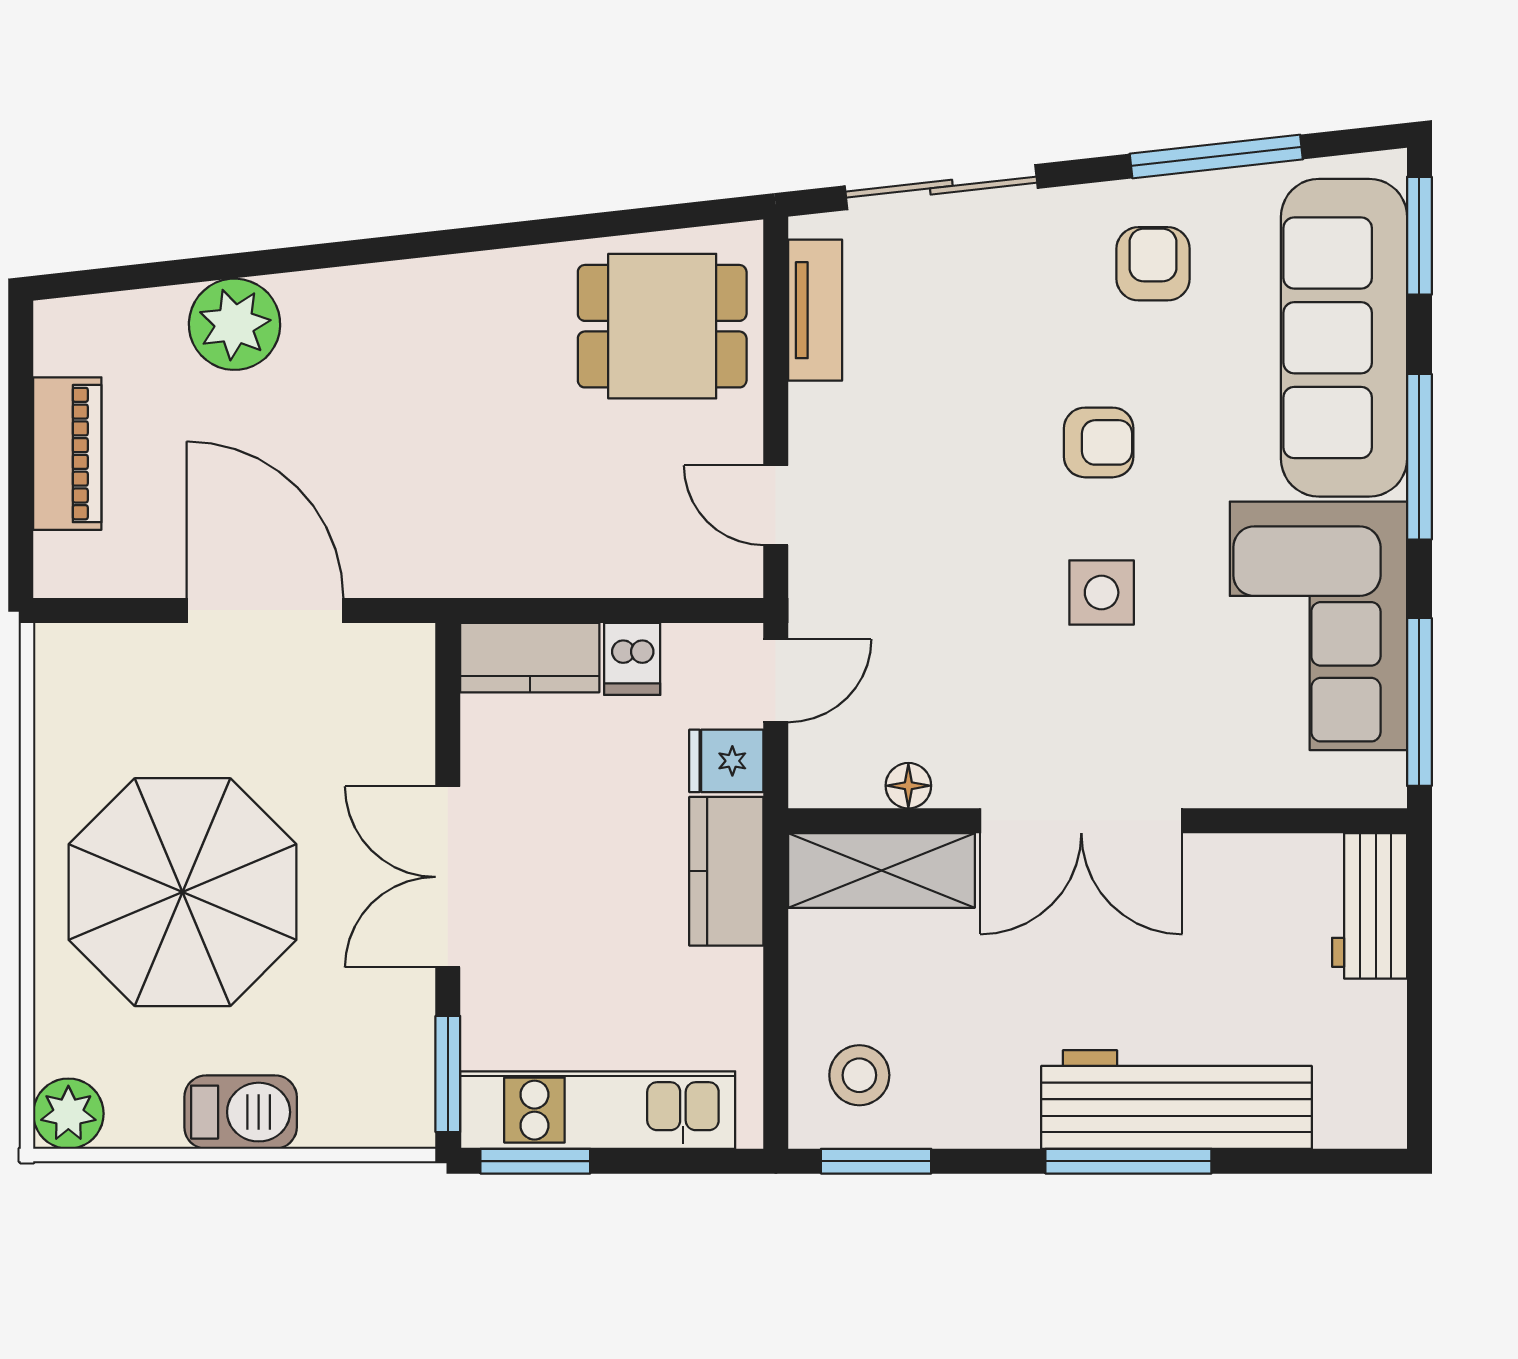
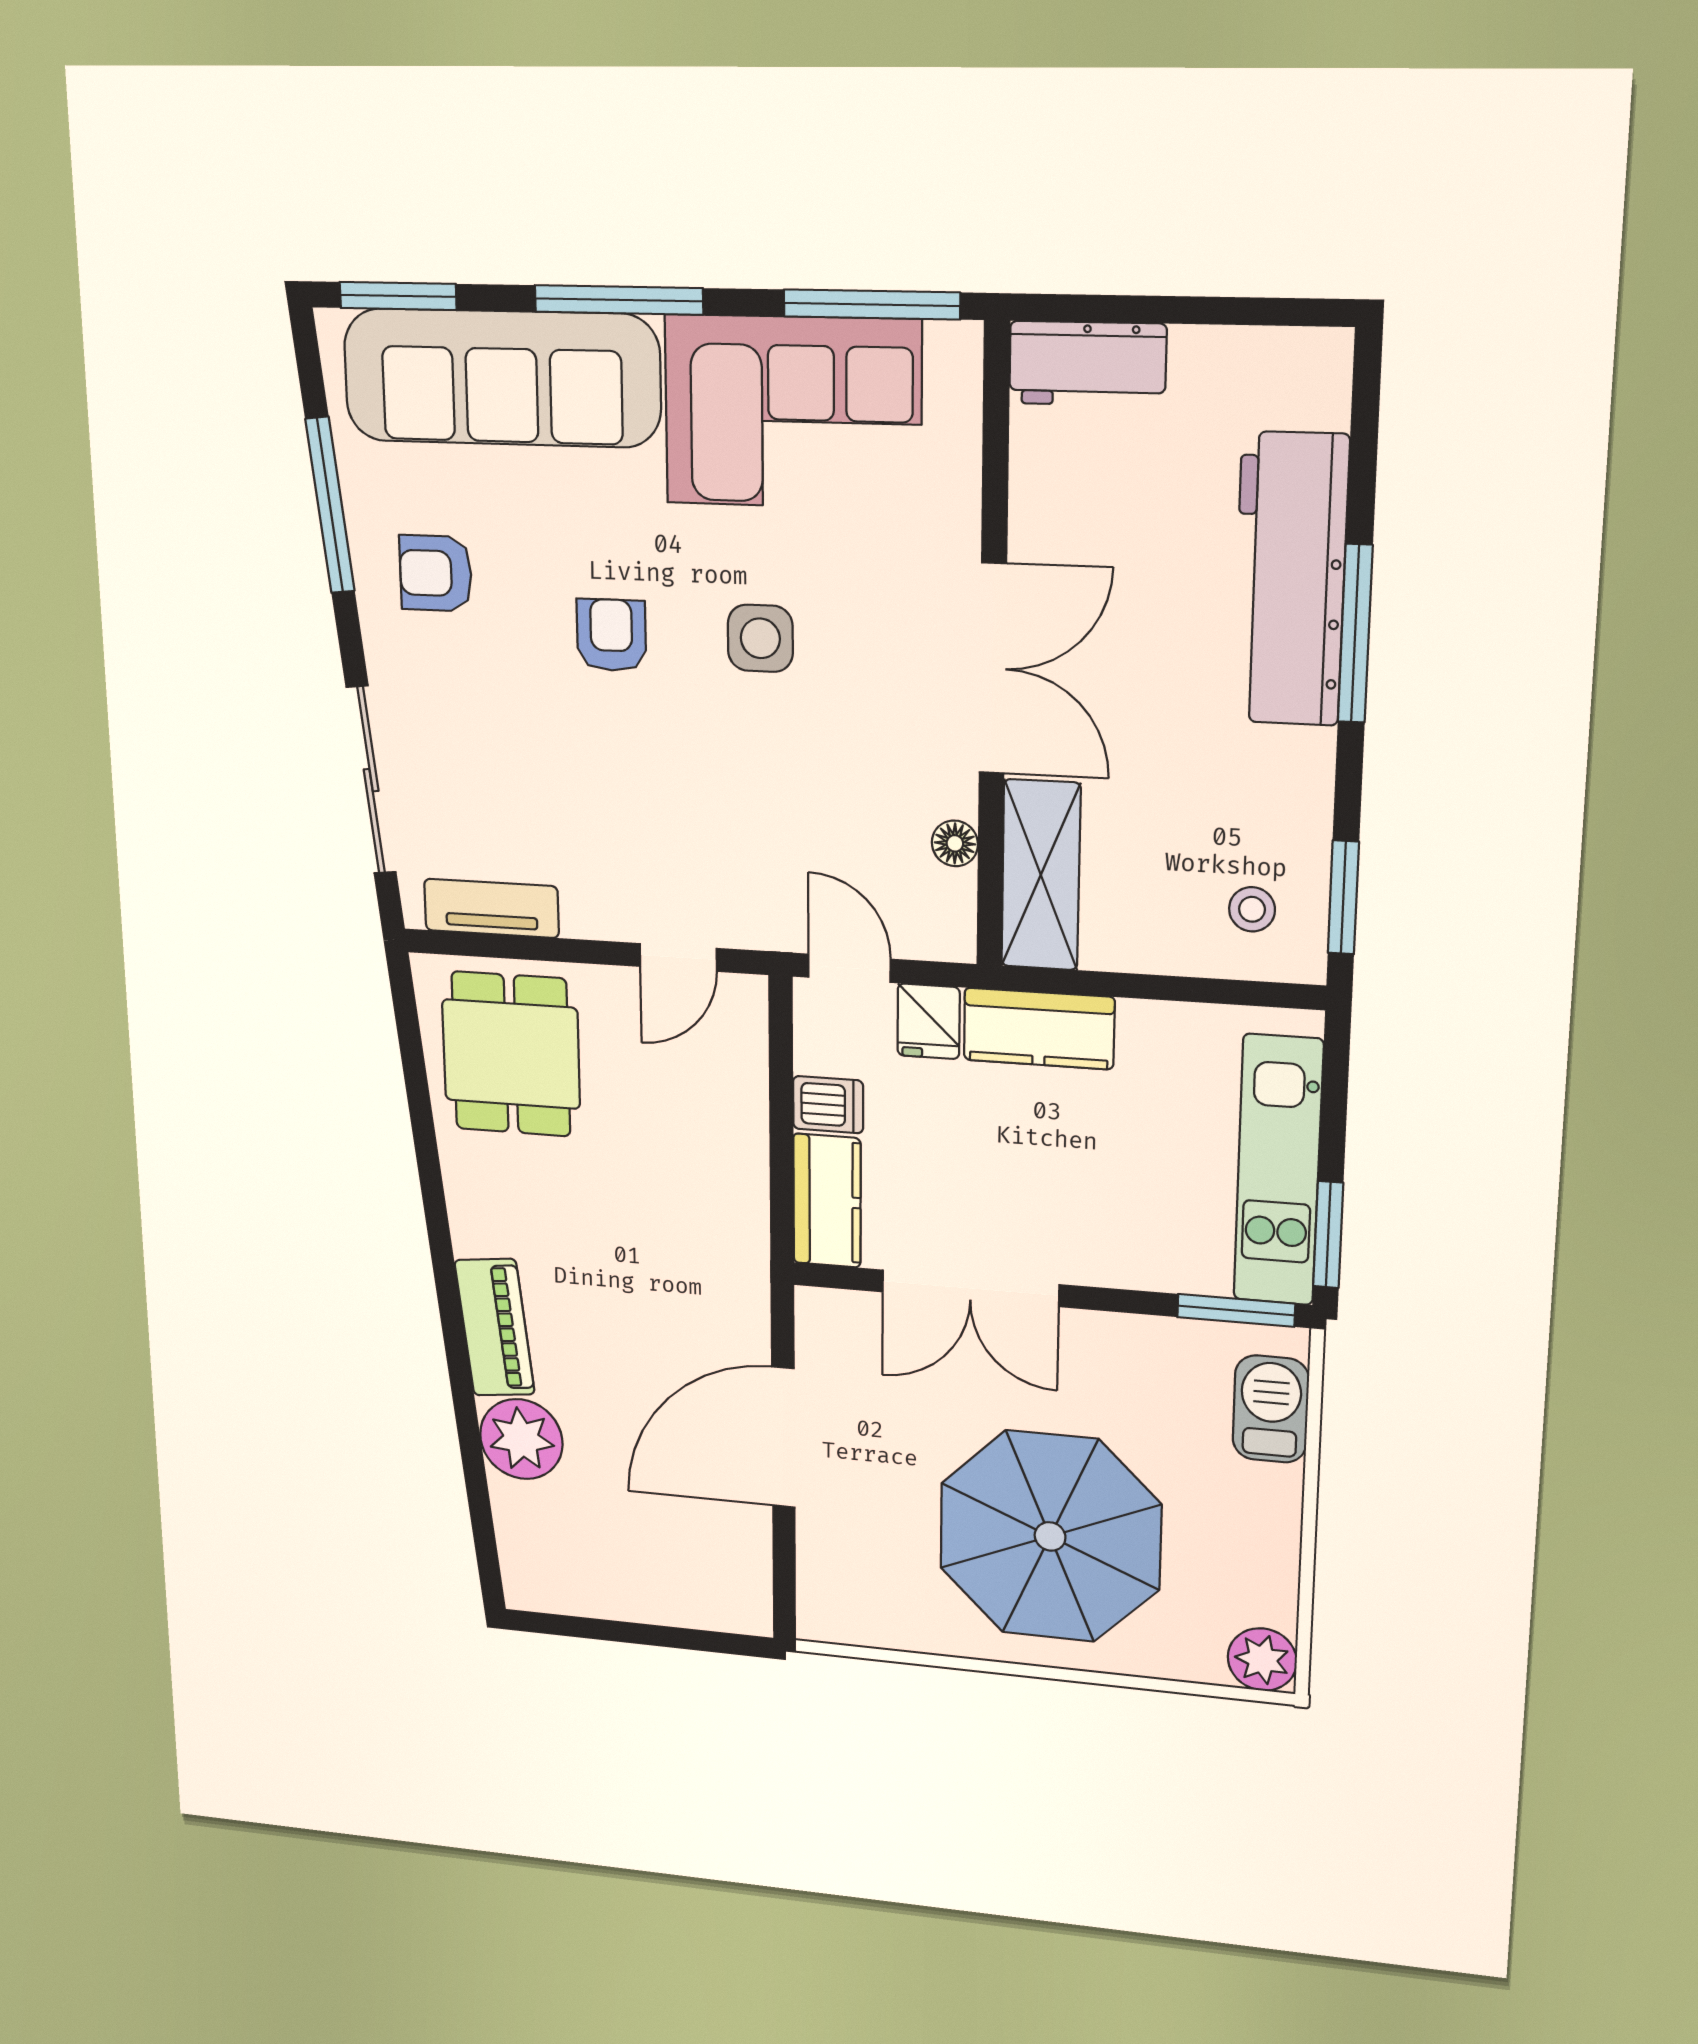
piano: (67, 454) -> (495, 1327), moved, turned 84
double door: (448, 877) -> (970, 1288), moved
stool: (859, 1075) -> (1252, 909), width x0.73, depth x0.73
barbecue: (241, 1112) -> (1271, 1409), moved

